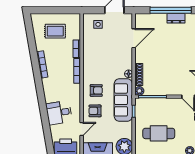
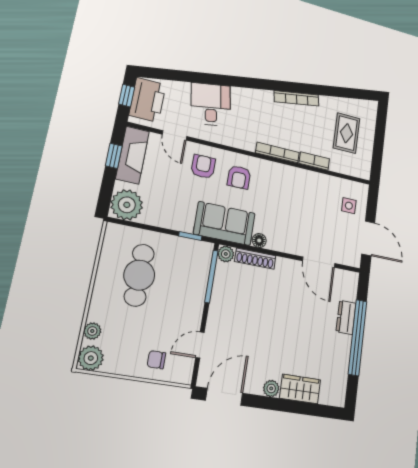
dresser: (176, 18) -> (346, 317), moved
sofa: (123, 100) -> (224, 224), width x0.73

